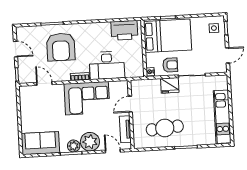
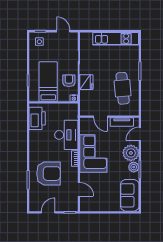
bed: (168, 36) -> (48, 82), width x0.67
door: (44, 83) -> (79, 189), swing flipped

